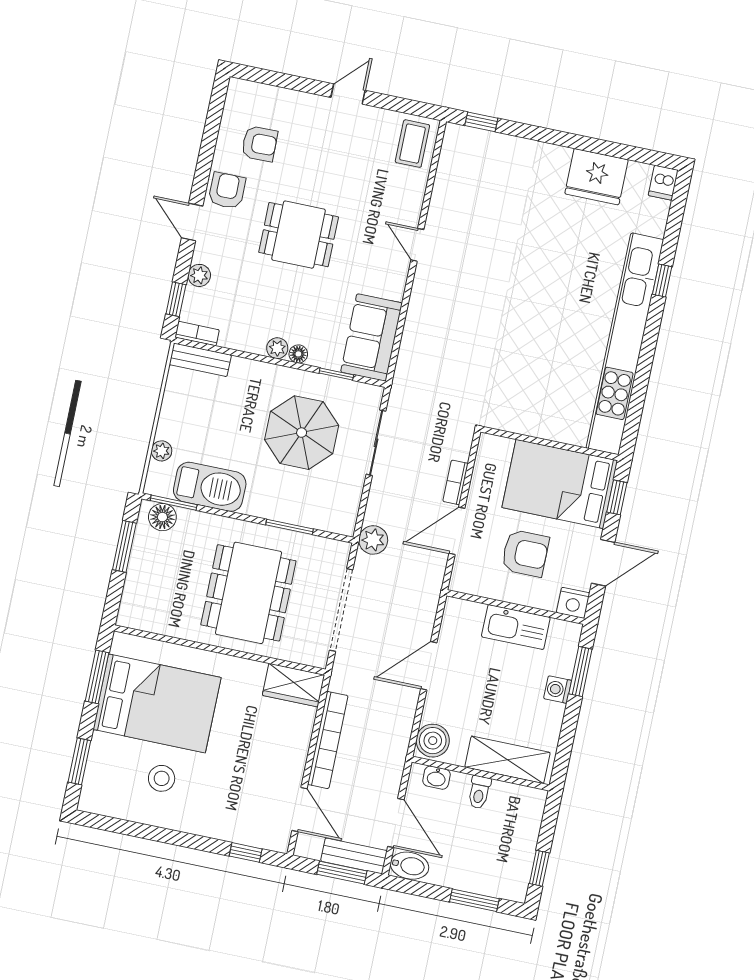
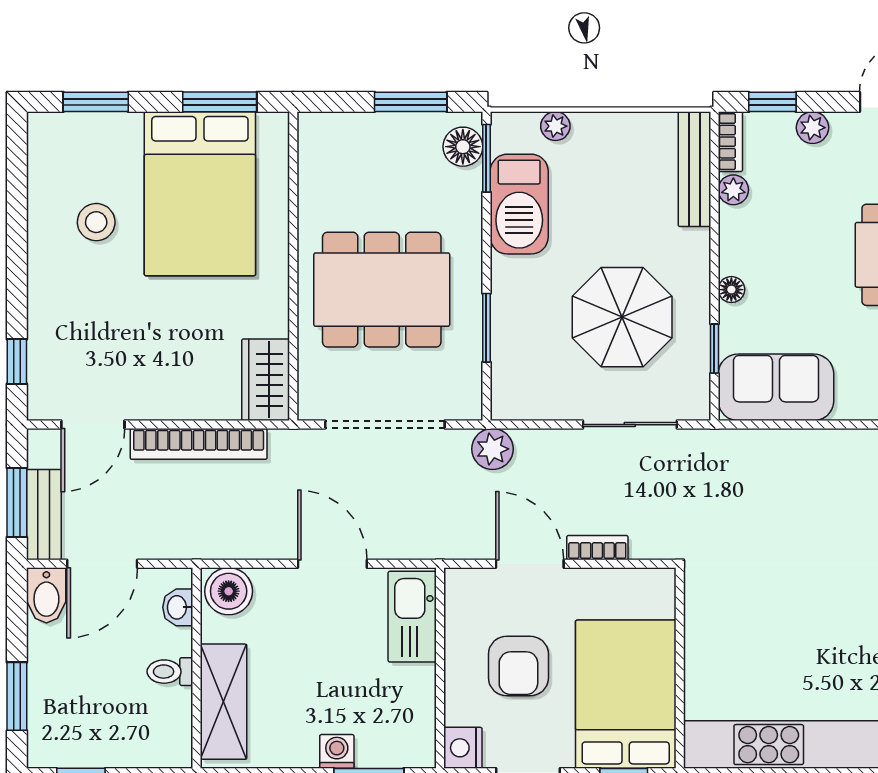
plant: (277, 348) -> (733, 190), moved
bench: (200, 360) -> (694, 169), width x1.36
kitchen sink: (516, 627) -> (412, 617), moved

